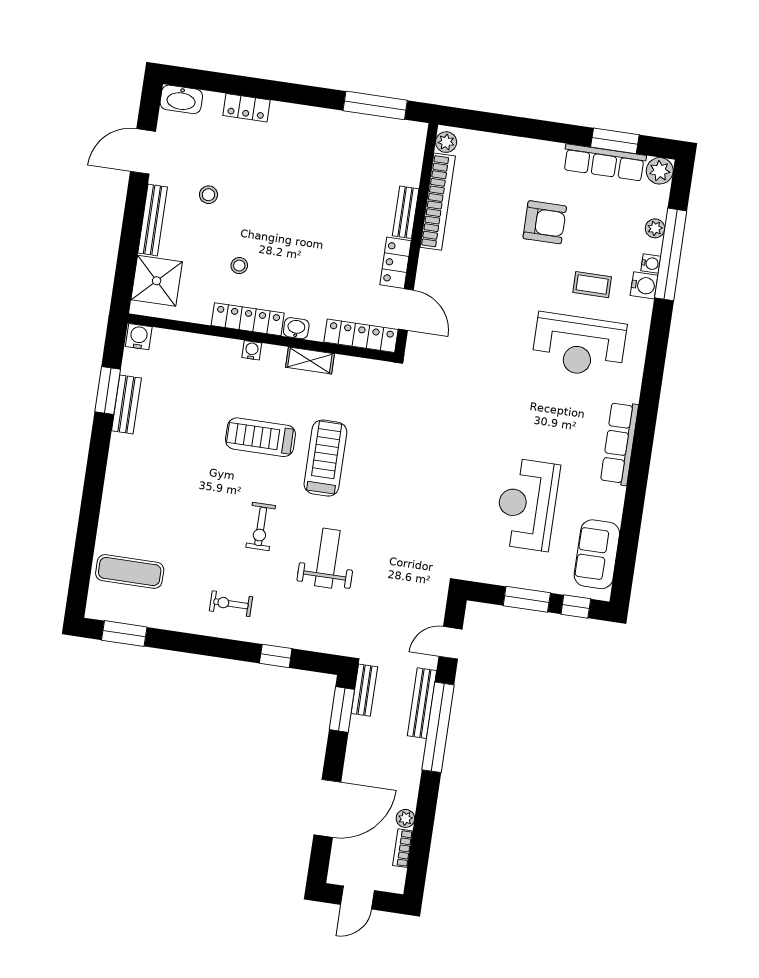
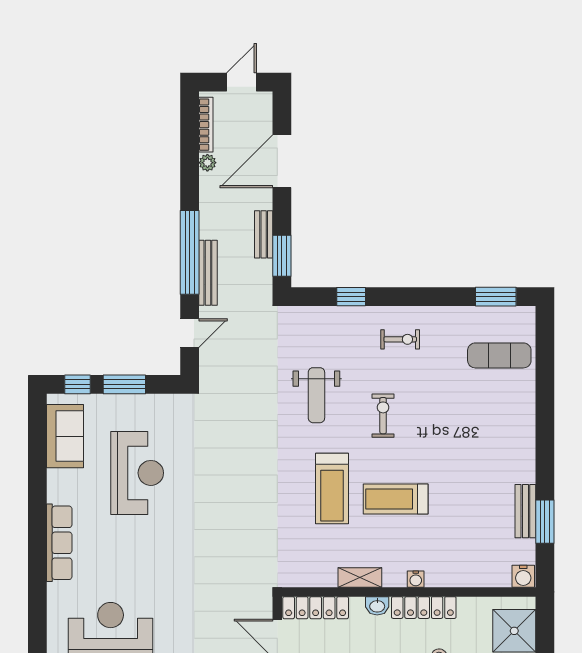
treadmill: (260, 437) -> (396, 499), turned 180
bench: (364, 690) -> (264, 234), moved
bookcase: (403, 848) -> (206, 125), width x1.56

